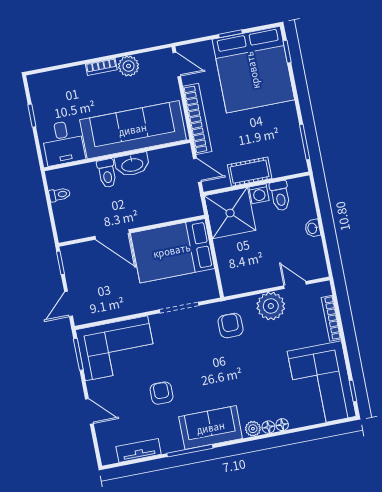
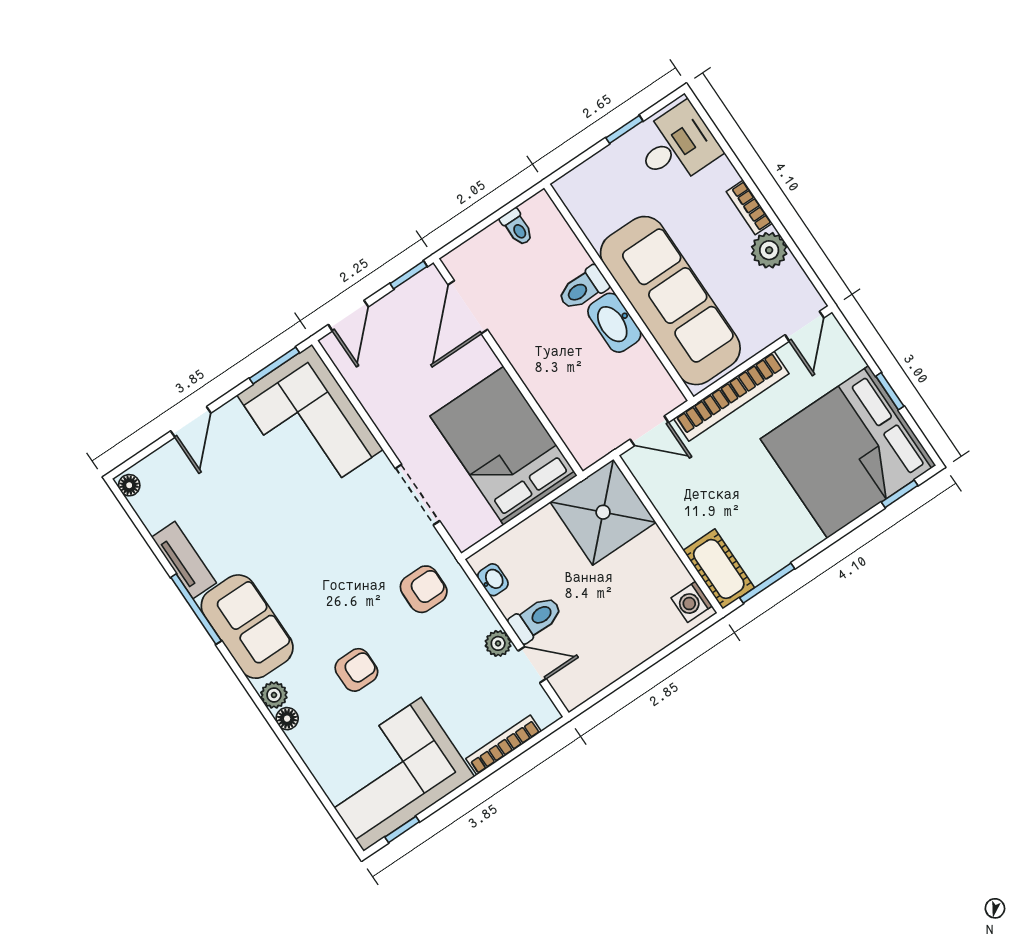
desk: (63, 143) -> (677, 145), moved, turned 180
door: (197, 170) -> (649, 431), hinge flipped
cot: (250, 172) -> (719, 569), moved
washing machine: (259, 194) -> (692, 602), moved
toilet: (280, 196) -> (536, 619), moved, turned 180
washbasin: (313, 228) -> (493, 580), moved, turned 90
door: (112, 235) -> (468, 307), moved
door: (295, 285) -> (532, 665), hinge flipped
door: (69, 304) -> (348, 316), swing flipped
plant: (271, 306) -> (498, 643), width x0.53, depth x0.53
armchair: (162, 393) -> (356, 670), moved
floor lamp: (282, 425) -> (129, 485), moved
tv unit: (139, 450) -> (184, 560), moved

